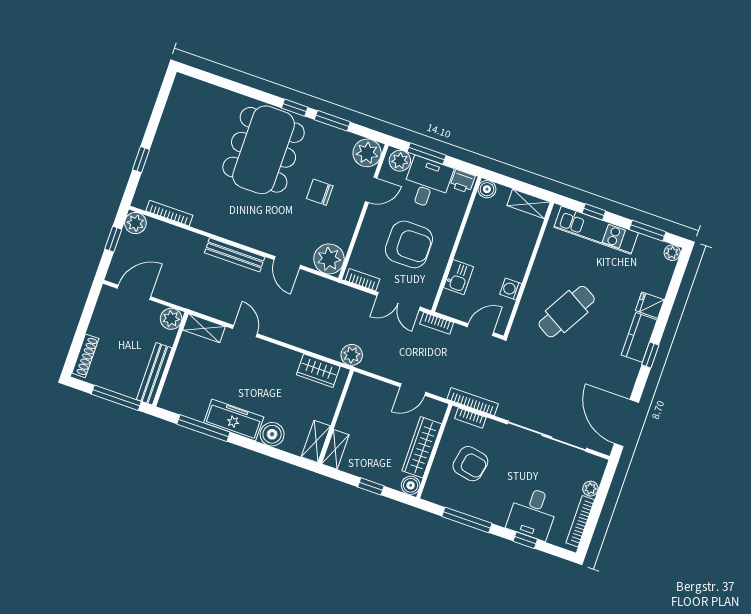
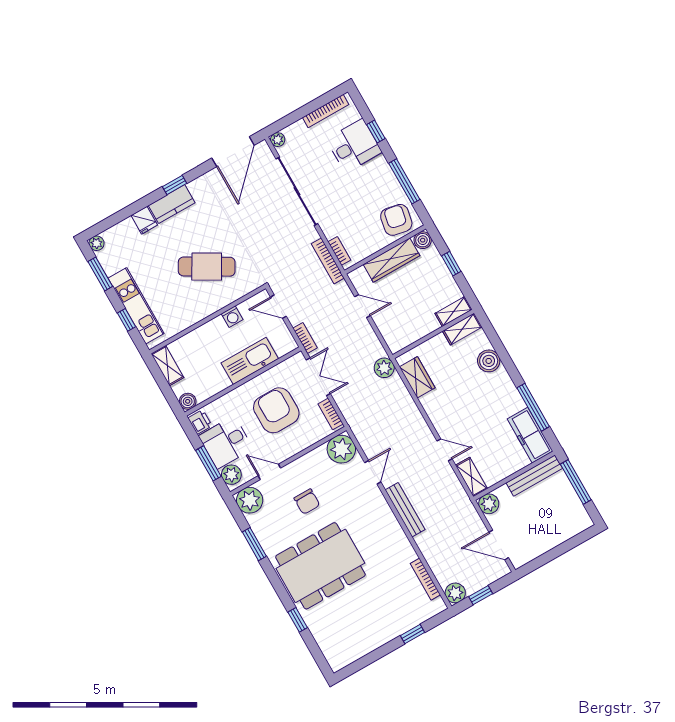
window: (295, 108) -> (298, 620), moved
kitchen sink: (458, 277) -> (250, 361), width x1.88, depth x1.24
door: (245, 331) -> (445, 450), swing flipped
shoe rack: (85, 356) -> (572, 530), removed
freezer: (234, 420) -> (530, 435), moved
armchair: (470, 464) -> (396, 220), moved
plant: (590, 489) -> (278, 140), moved

